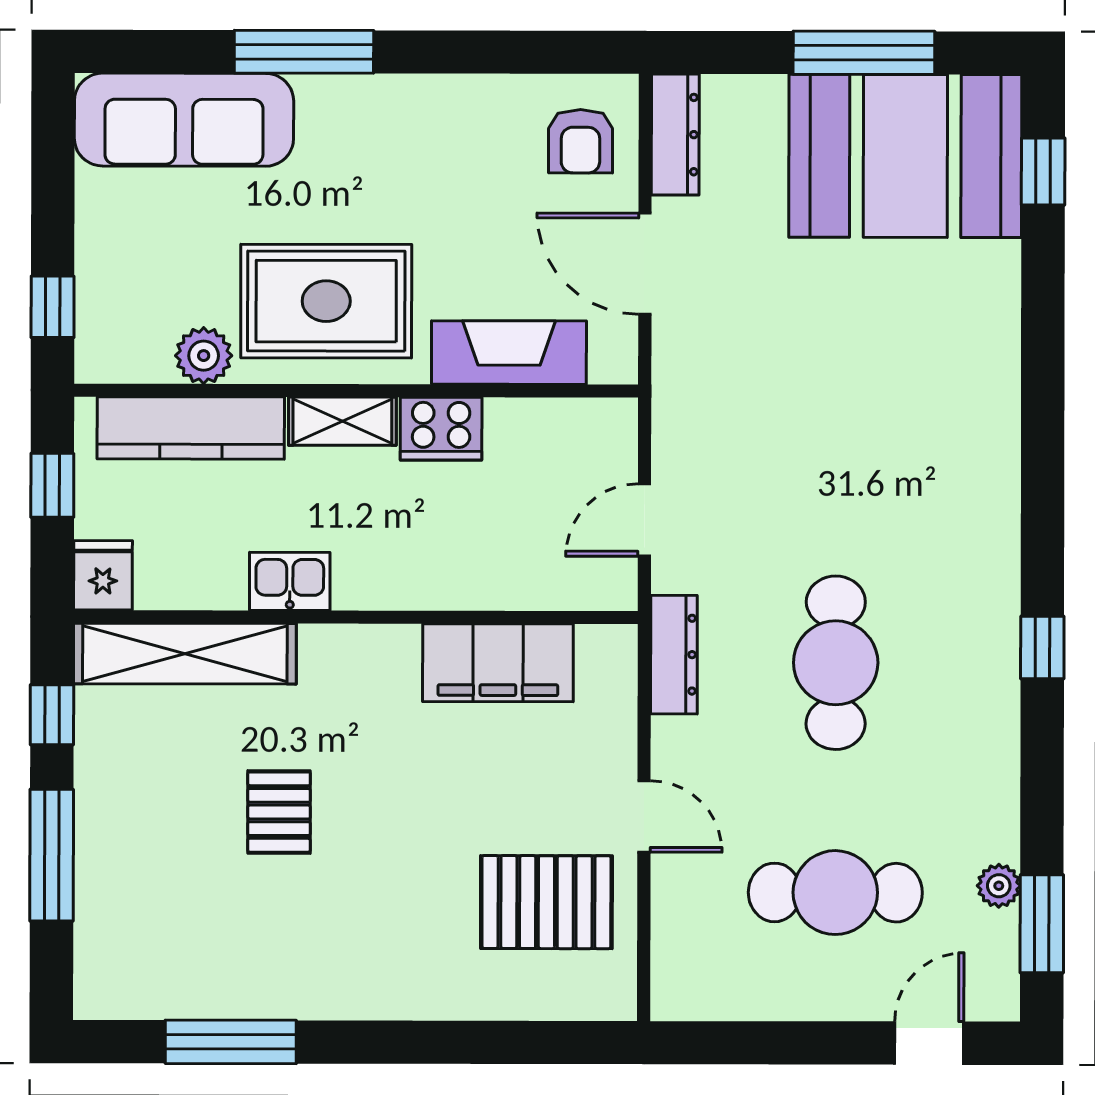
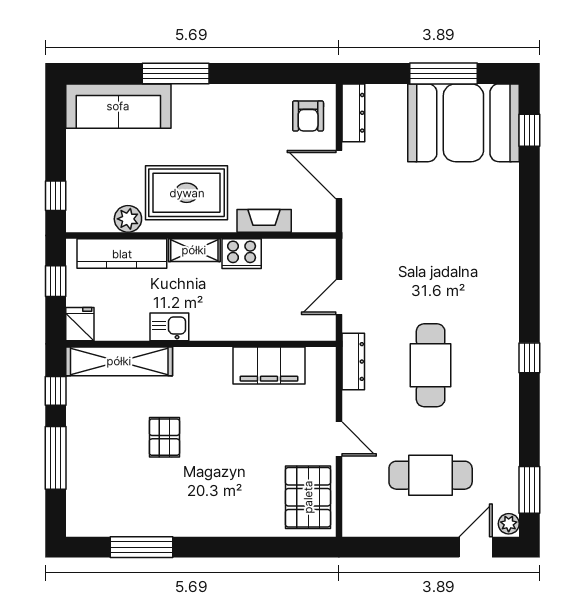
fireplace: (509, 353) -> (264, 221), width x0.73, depth x0.76
plant: (999, 886) -> (509, 524), moved
pallet: (546, 902) -> (308, 497), moved, turned 90

